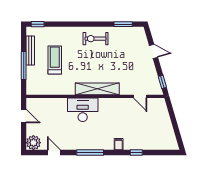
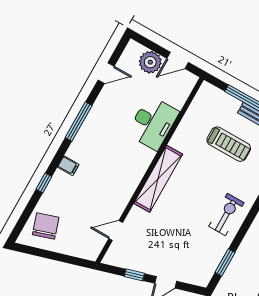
window: (162, 82) -> (134, 275), moved
desk: (83, 110) -> (153, 123), moved
chair: (160, 138) -> (46, 226), added
plant: (33, 143) -> (150, 62), moved

